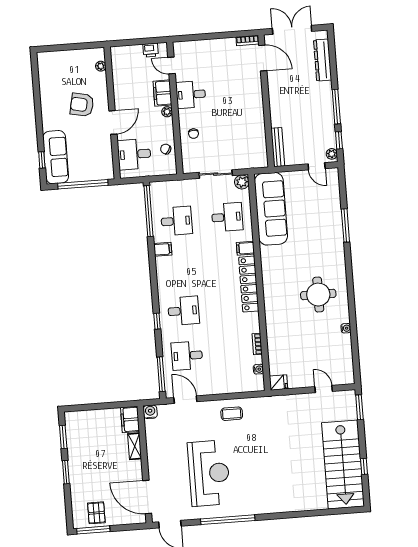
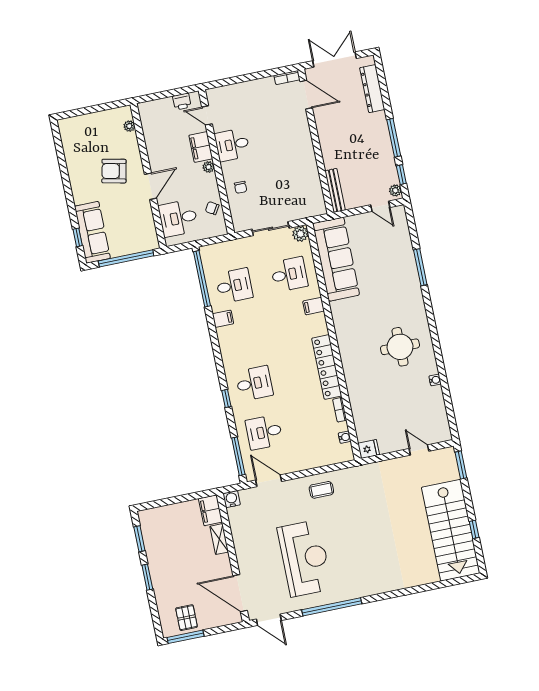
locker: (249, 284) -> (327, 367), moved

